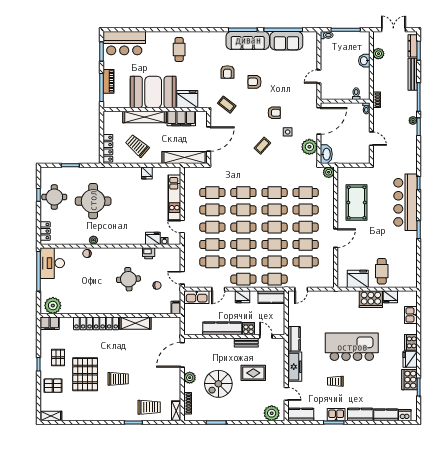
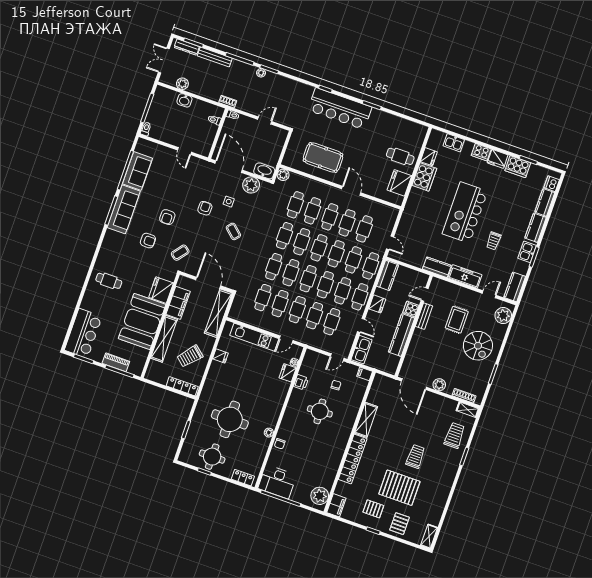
spiral stairs: (218, 384) -> (478, 346), moved

